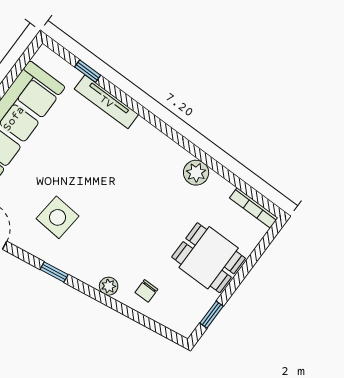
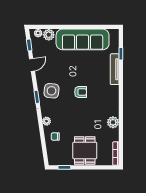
armchair: (102, 190) -> (81, 92), added
side table: (58, 217) -> (51, 91), moved

